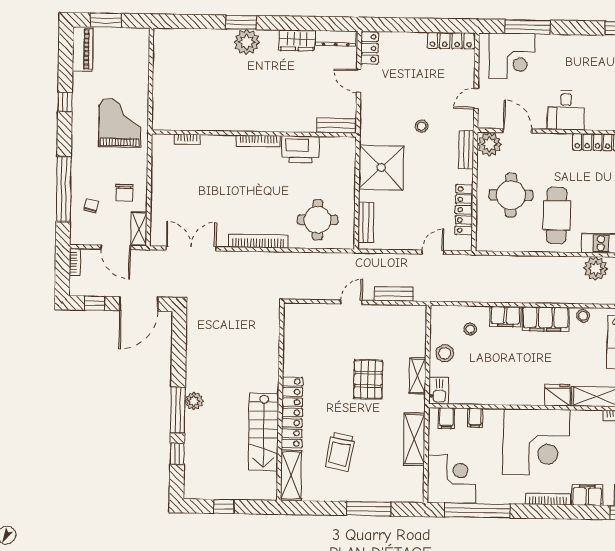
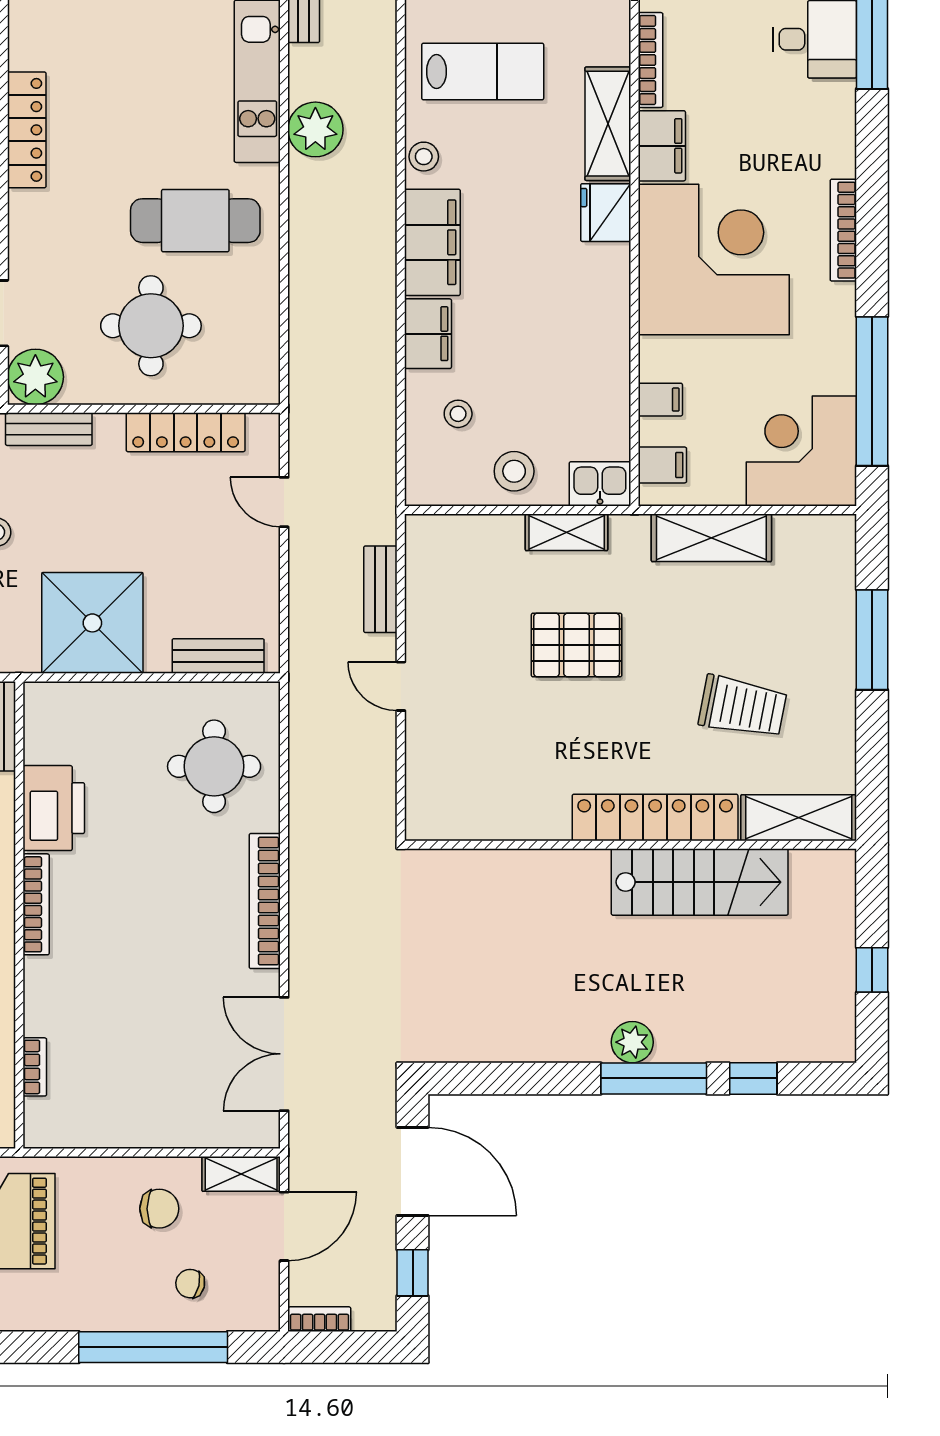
filing cabinet: (587, 495) -> (662, 146), moved, turned 180

